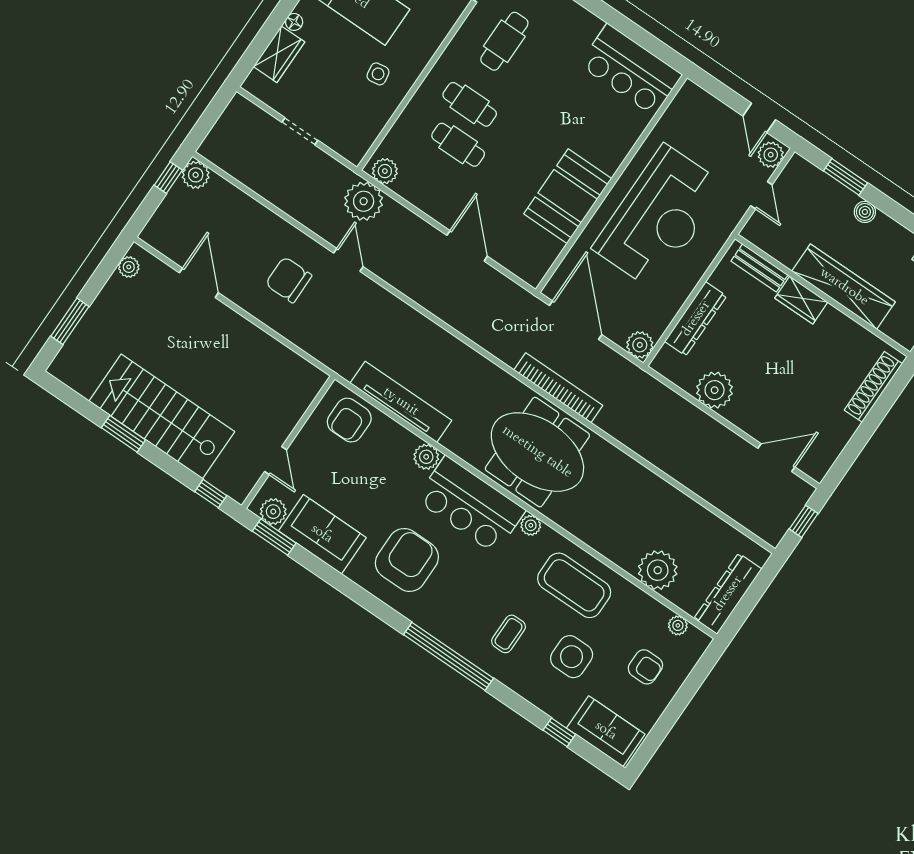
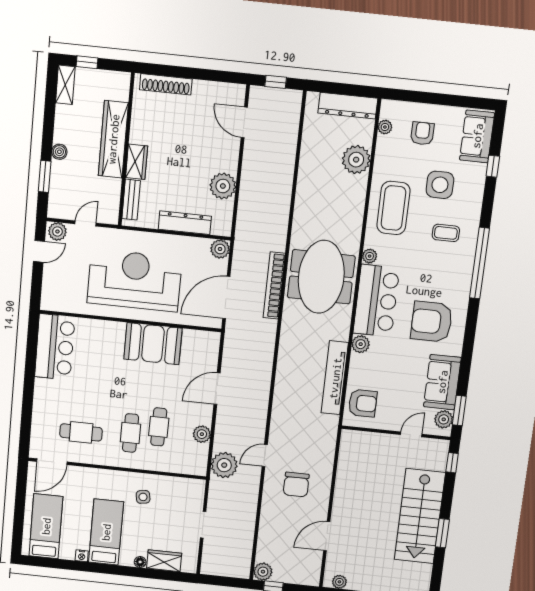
plant: (385, 171) -> (202, 434), moved

